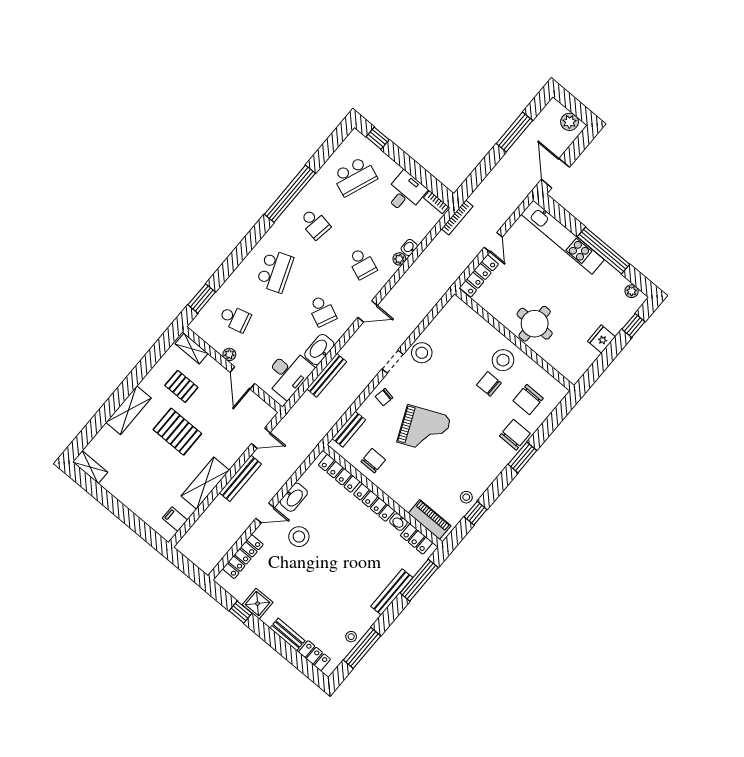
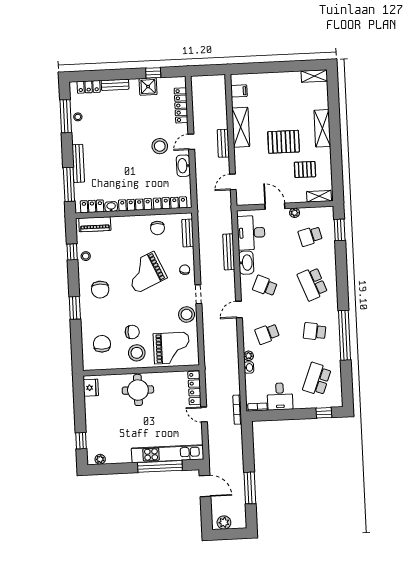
window: (603, 251) -> (160, 466), moved
school desk: (362, 263) -> (267, 334), turned -39
grand piano: (466, 334) -> (172, 348), added
fridge: (601, 339) -> (91, 388), moved
chair: (515, 435) -> (100, 290), moved
bench: (240, 478) -> (223, 143), width x0.73

